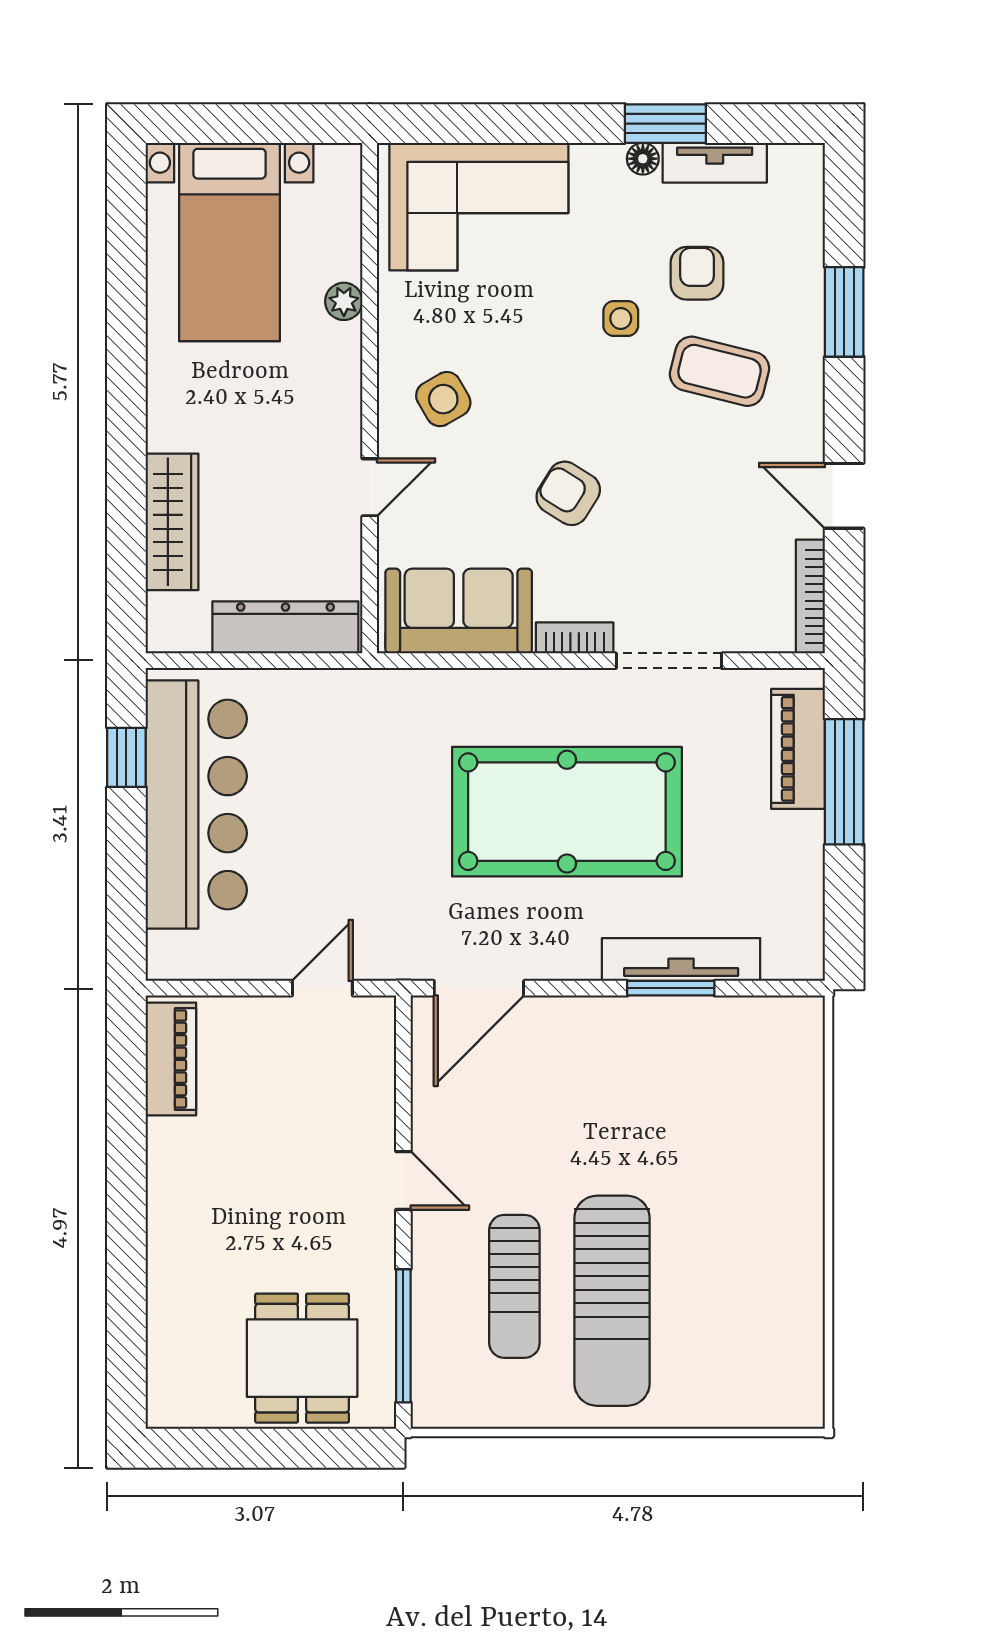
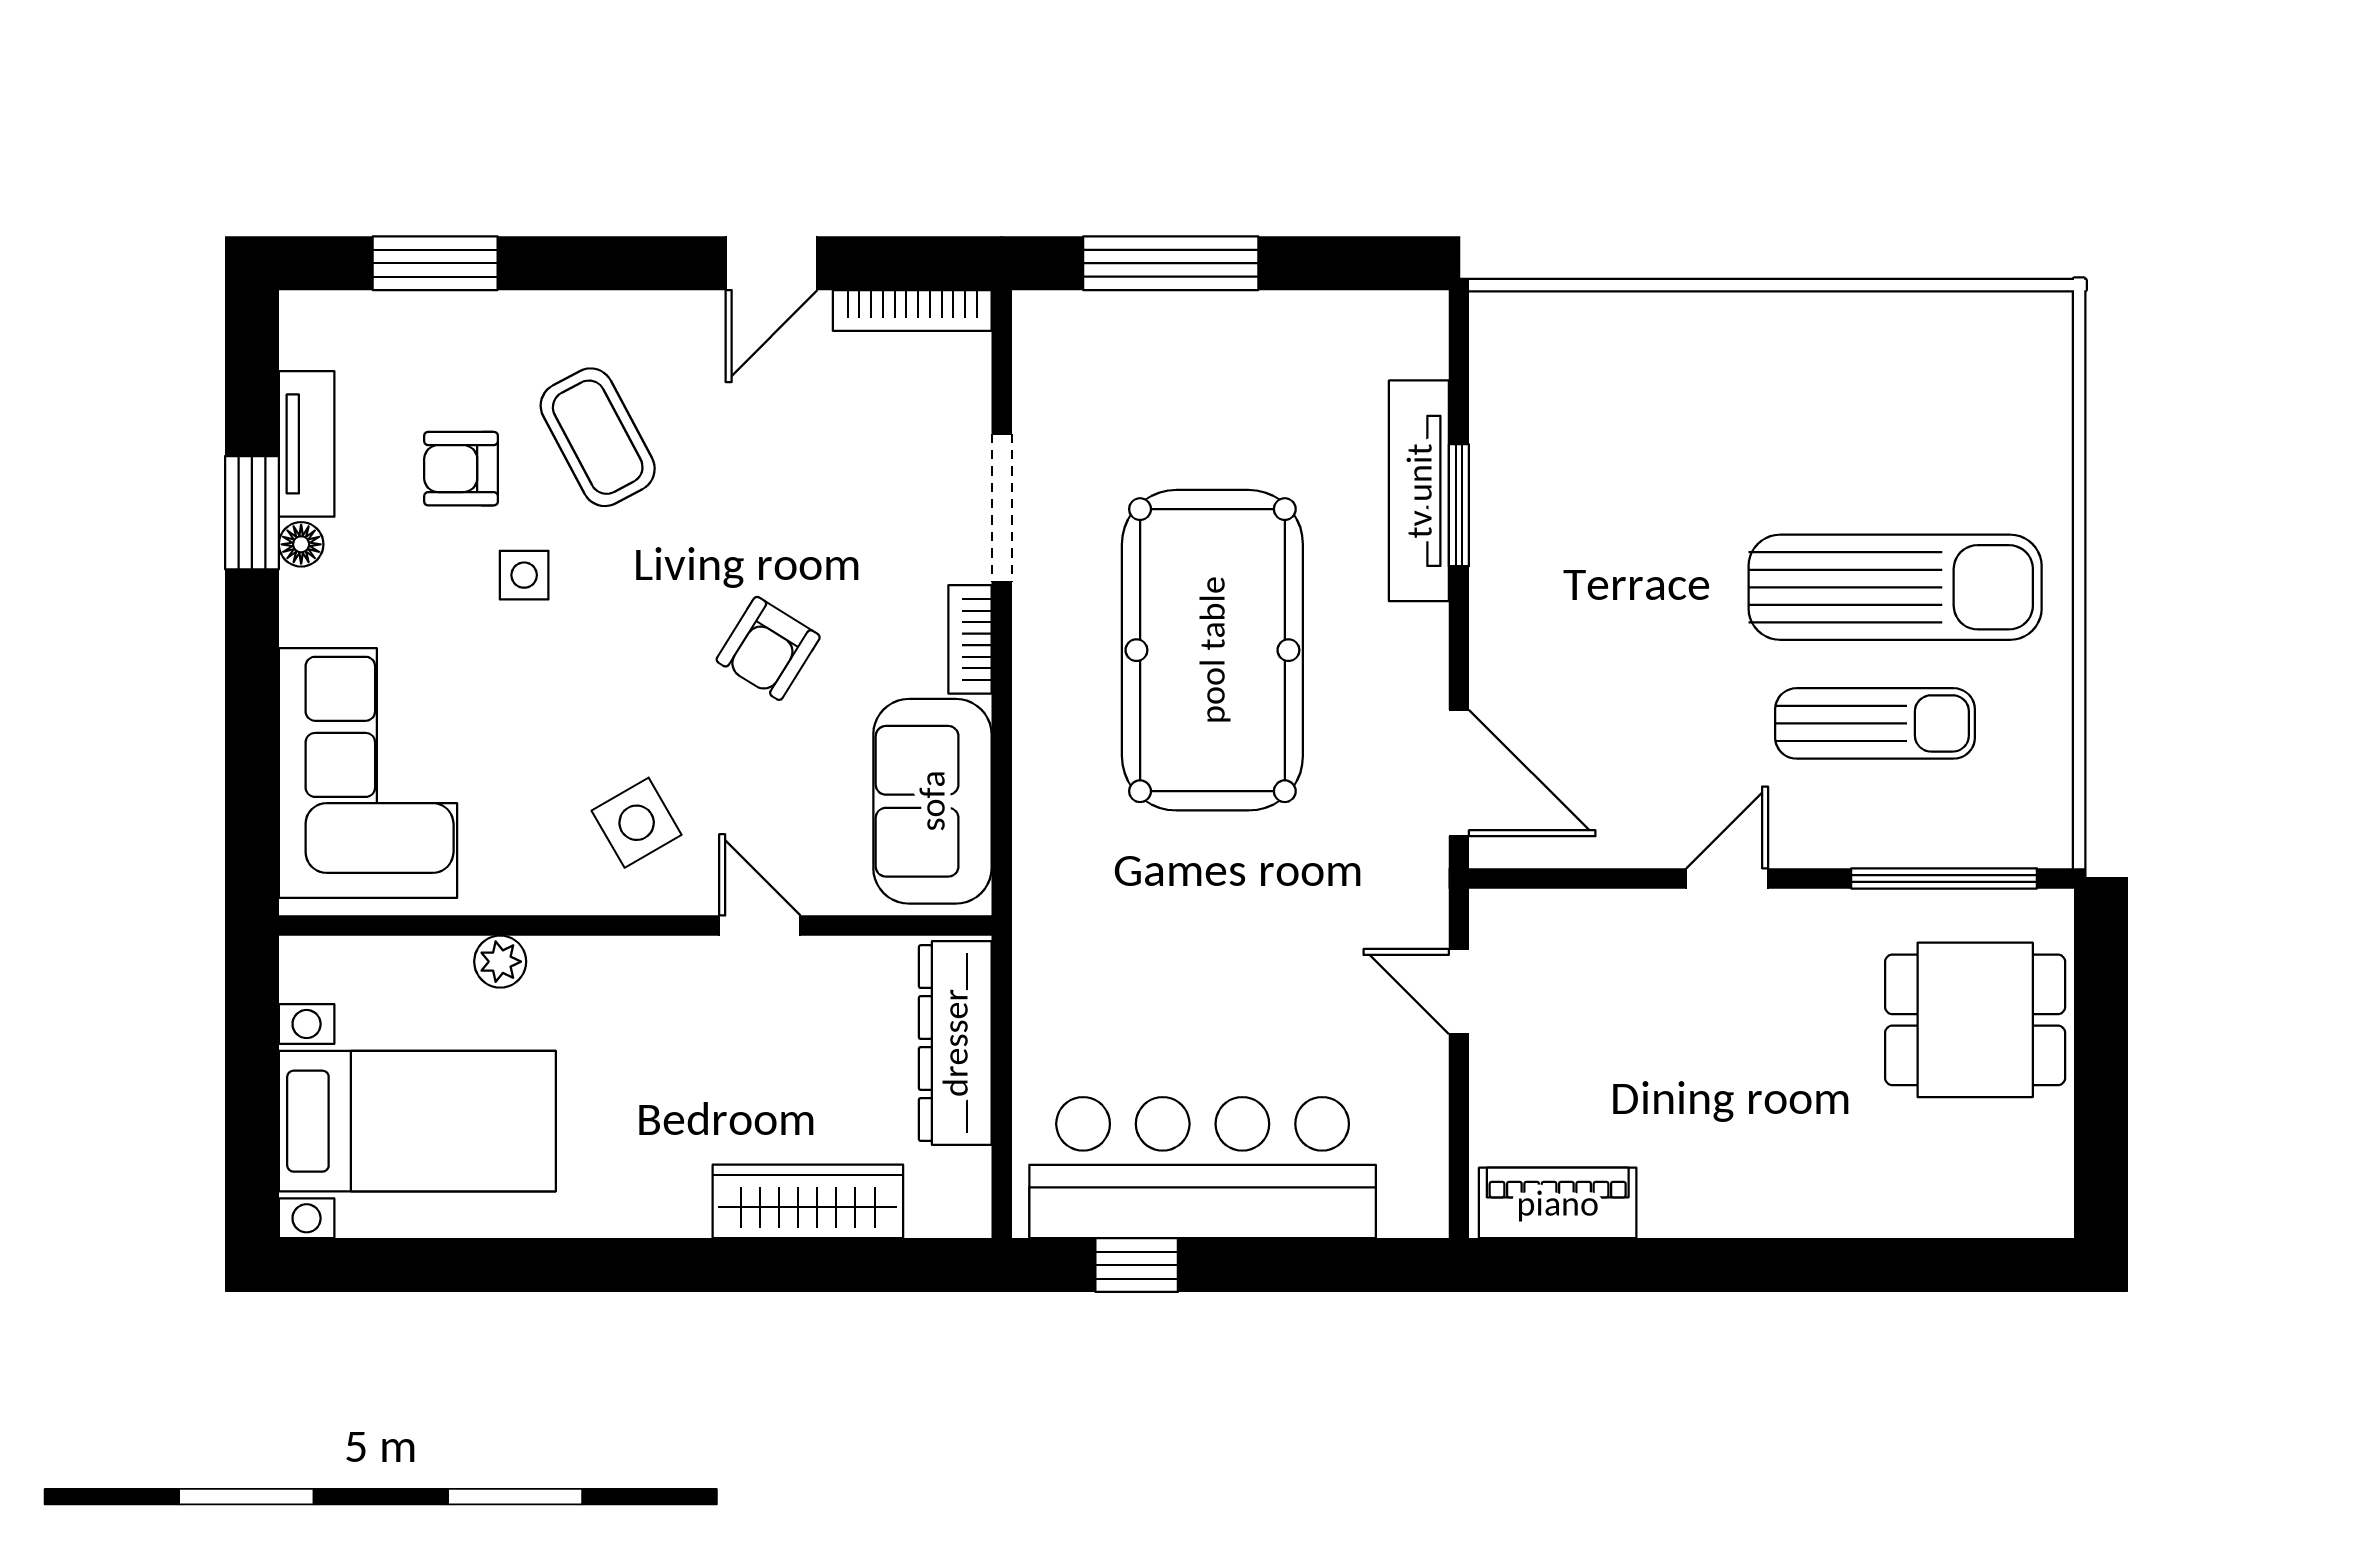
window: (844, 312) -> (435, 263), moved
coffee table: (720, 371) -> (598, 437), turned -42
piano: (798, 749) -> (1125, 328), removed

